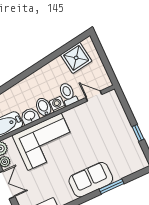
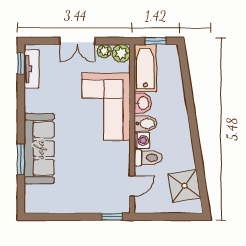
window: (138, 133) -> (112, 217), moved
sofa: (91, 180) -> (39, 149), width x1.36

